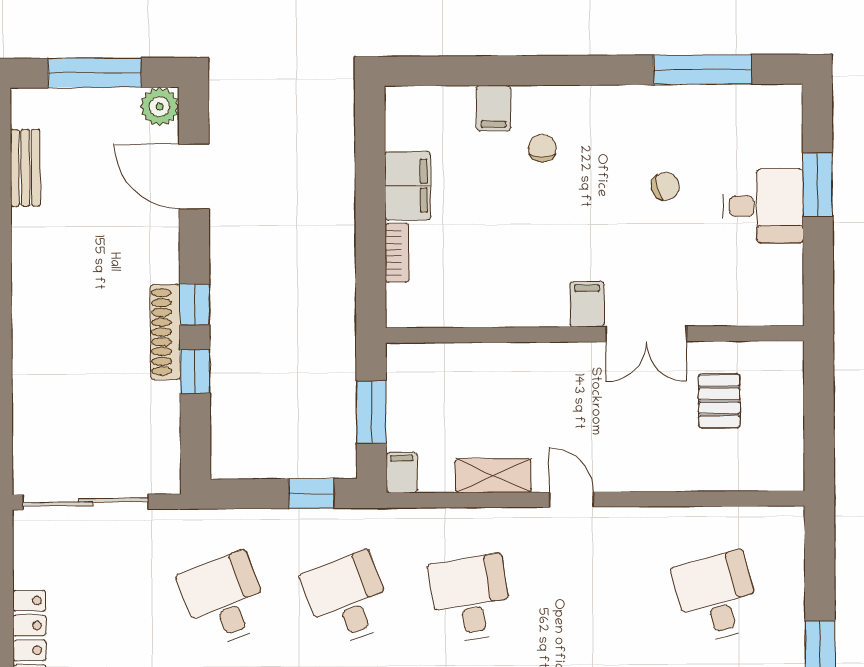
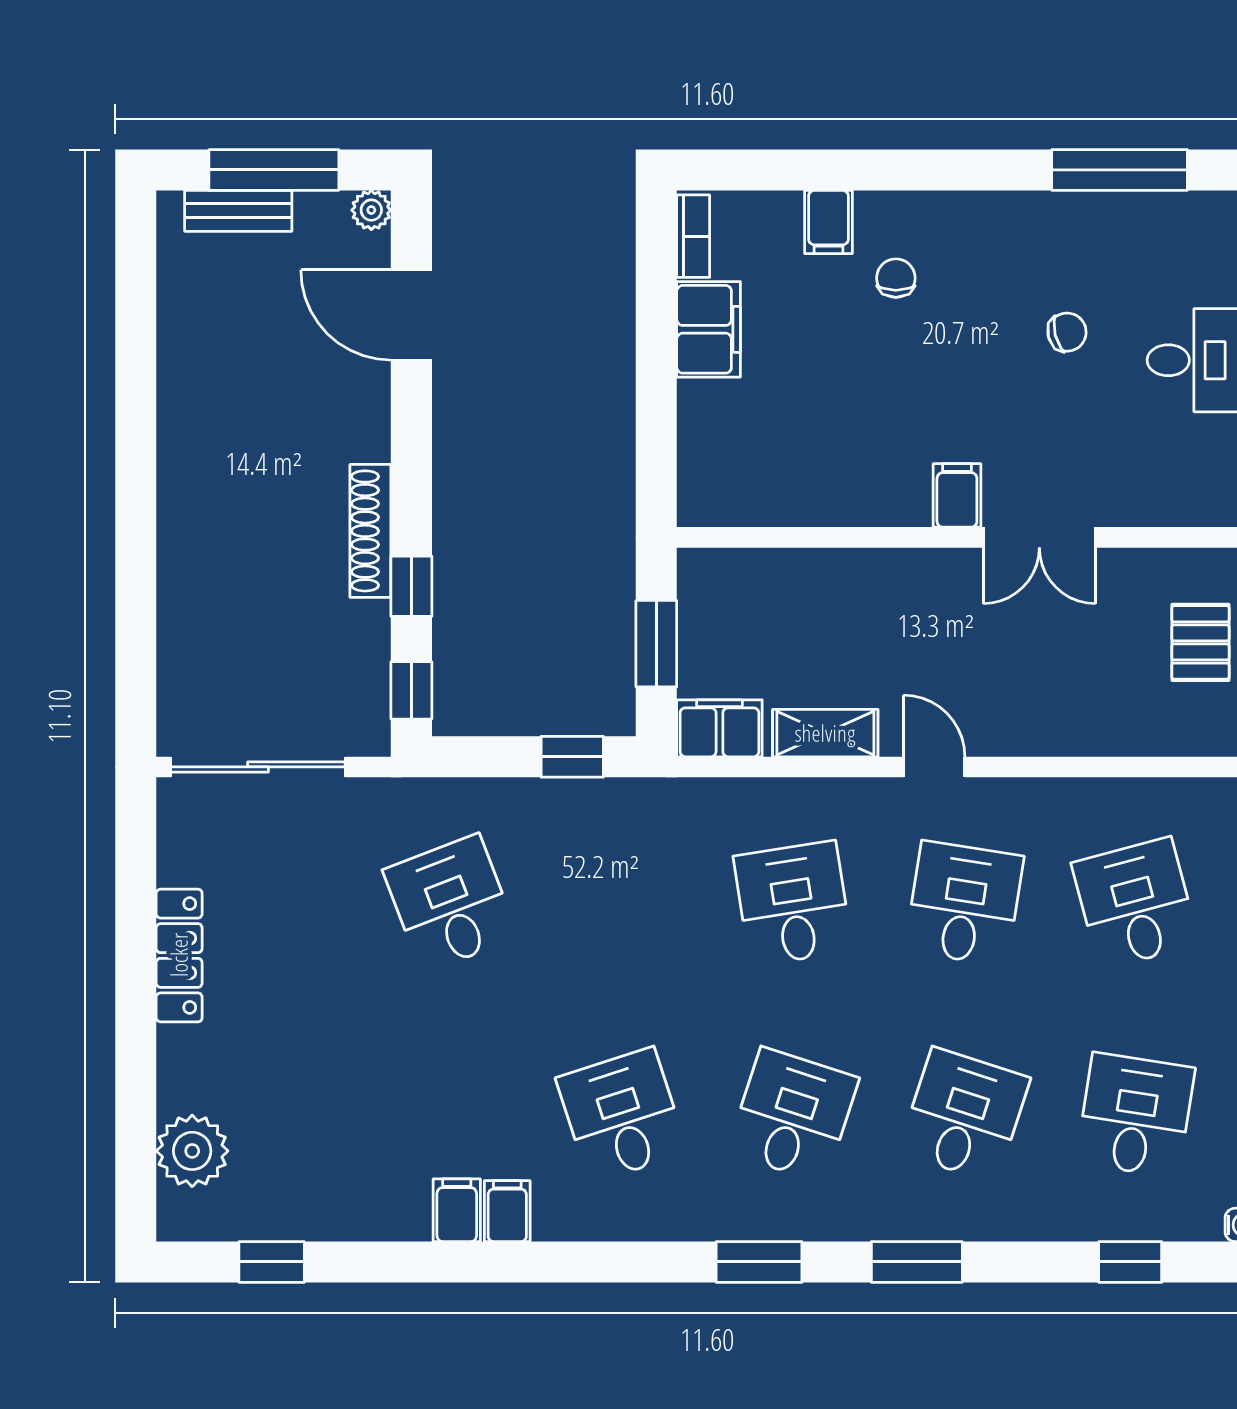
plant: (159, 107) -> (371, 210), width x0.73, depth x0.73
bench: (25, 168) -> (238, 211), moved, turned 90
bookcase: (397, 253) -> (693, 236), moved
window: (195, 304) -> (411, 690), moved
pallet: (719, 401) -> (1200, 642), moved
filing cabinet: (402, 473) -> (719, 728), width x2.00
desk: (347, 599) -> (964, 904), moved, turned 30

